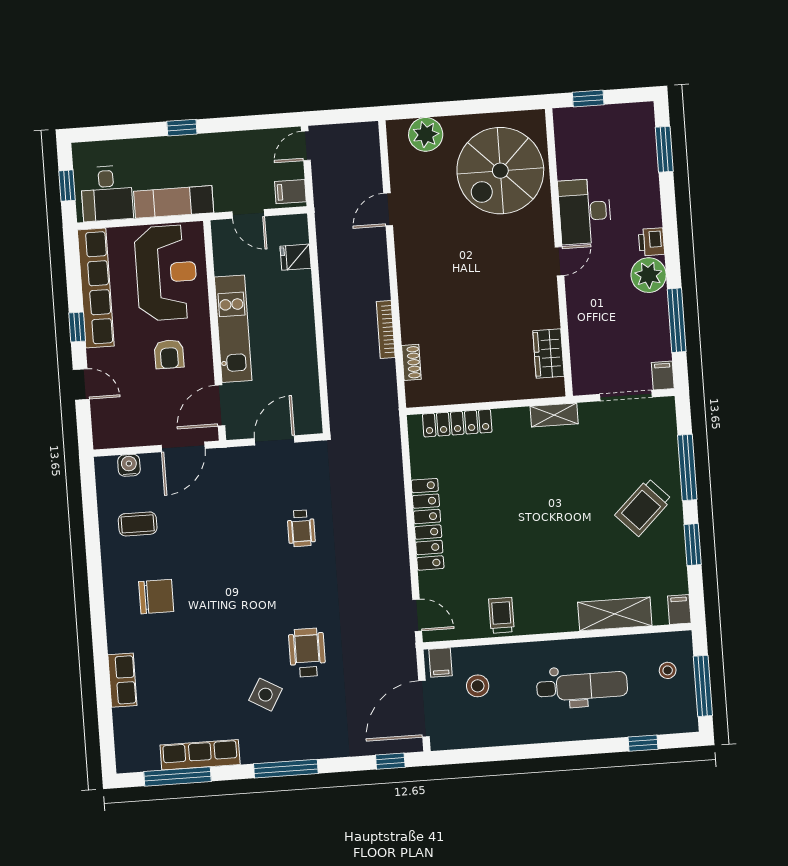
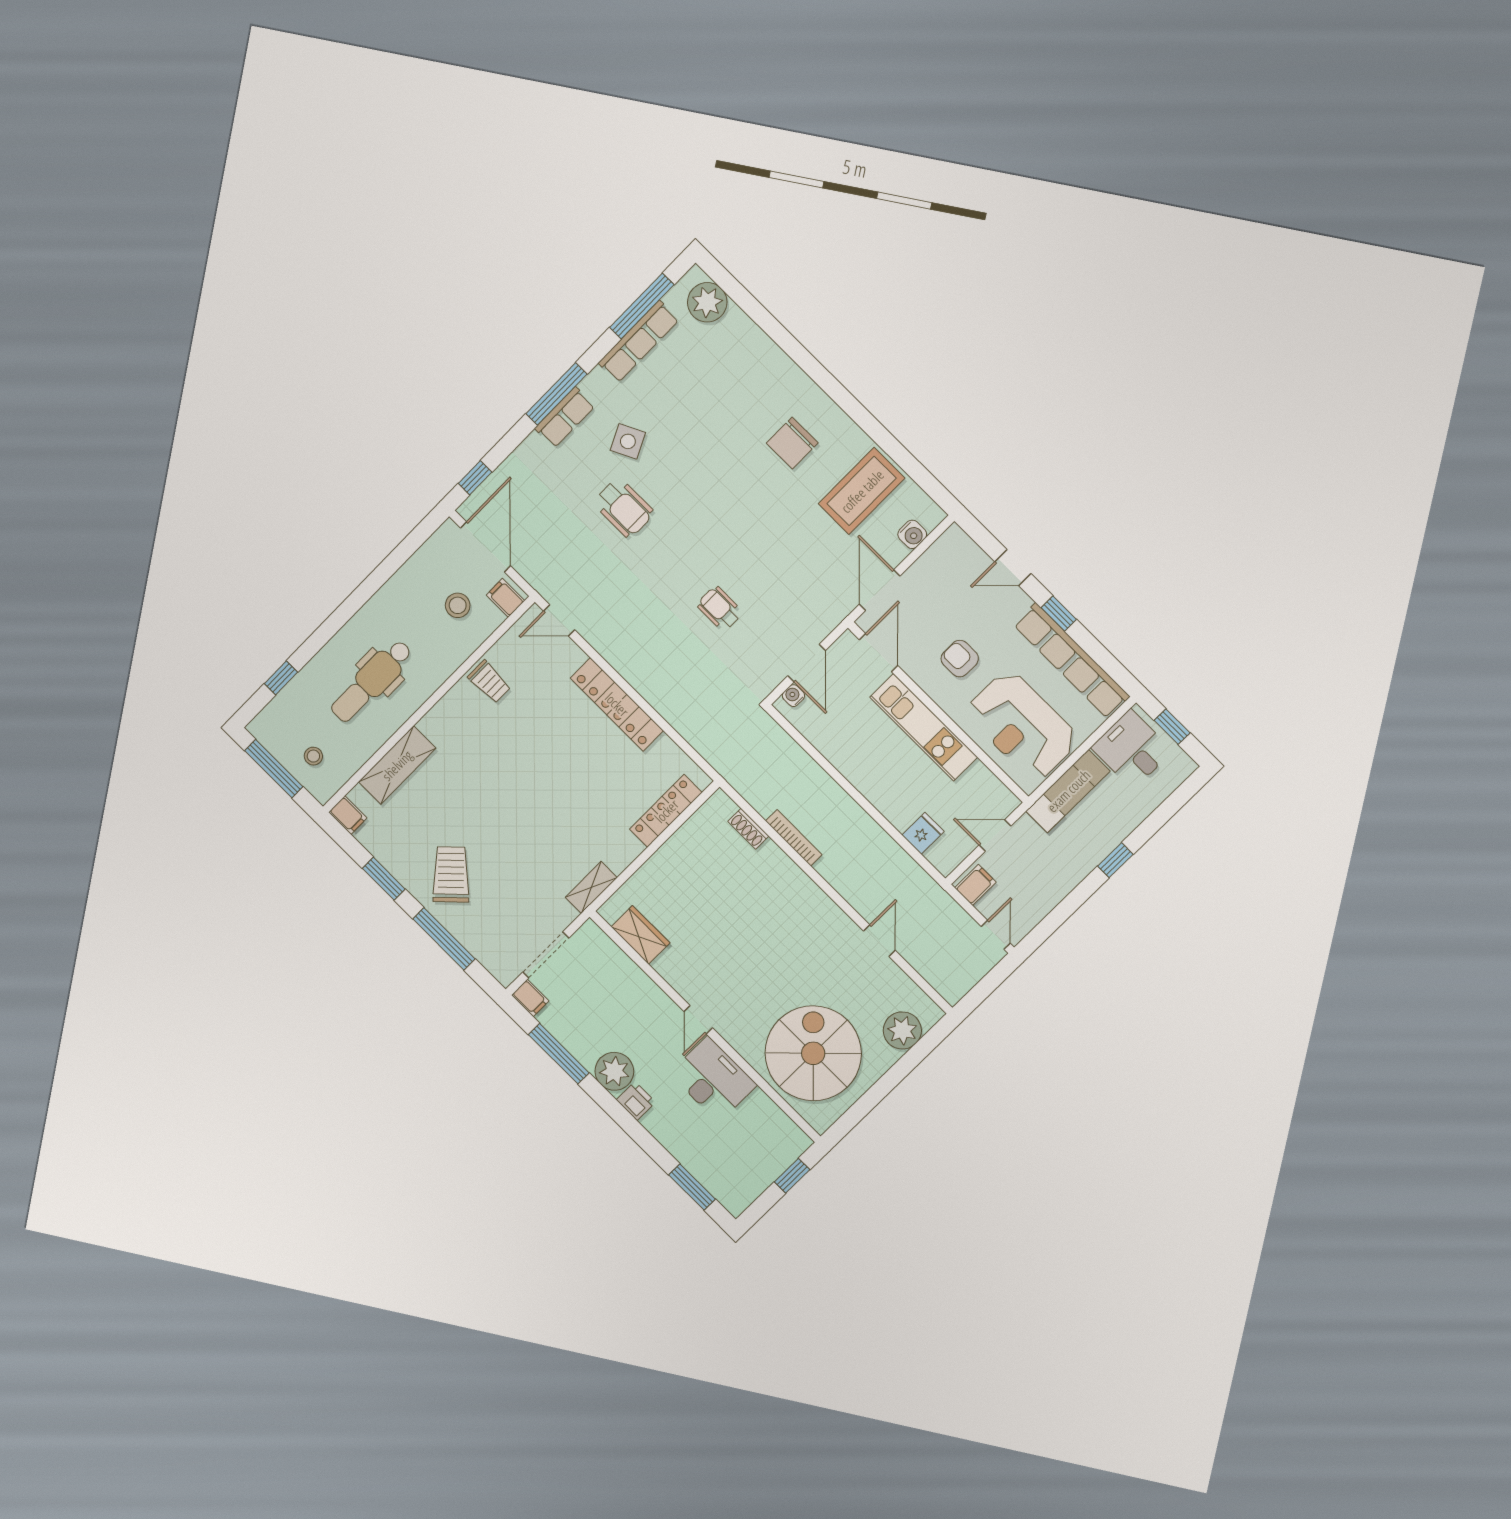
water cooler: (302, 426) -> (793, 696), added
coffee table: (138, 524) -> (862, 491), width x1.86, depth x1.72
row of seats: (122, 680) -> (565, 417), moved, turned -90
side table: (265, 695) -> (628, 441), turned 34
plant: (132, 740) -> (707, 302), added

